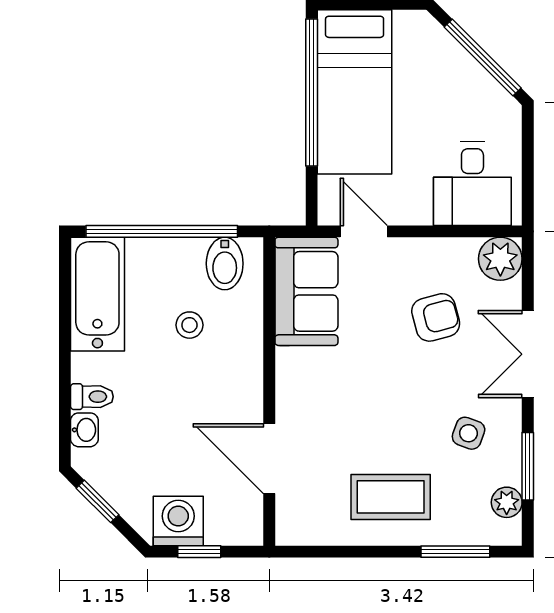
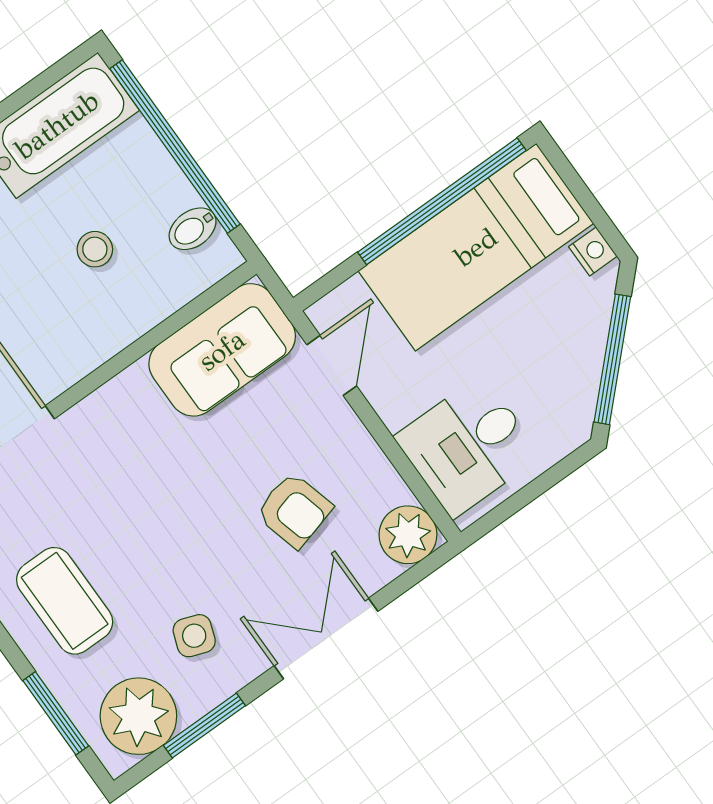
nightstand: (408, 22) -> (593, 251), added
bidet: (225, 264) -> (193, 229), width x0.72, depth x0.74
plant: (507, 502) -> (138, 716), width x1.88, depth x1.88

